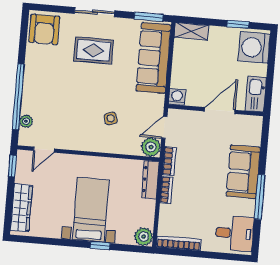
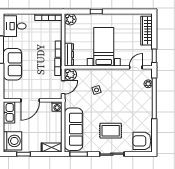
armchair: (44, 29) -> (142, 141), turned -90
bed with nightstands: (91, 210) -> (104, 47), moved, turned 180

